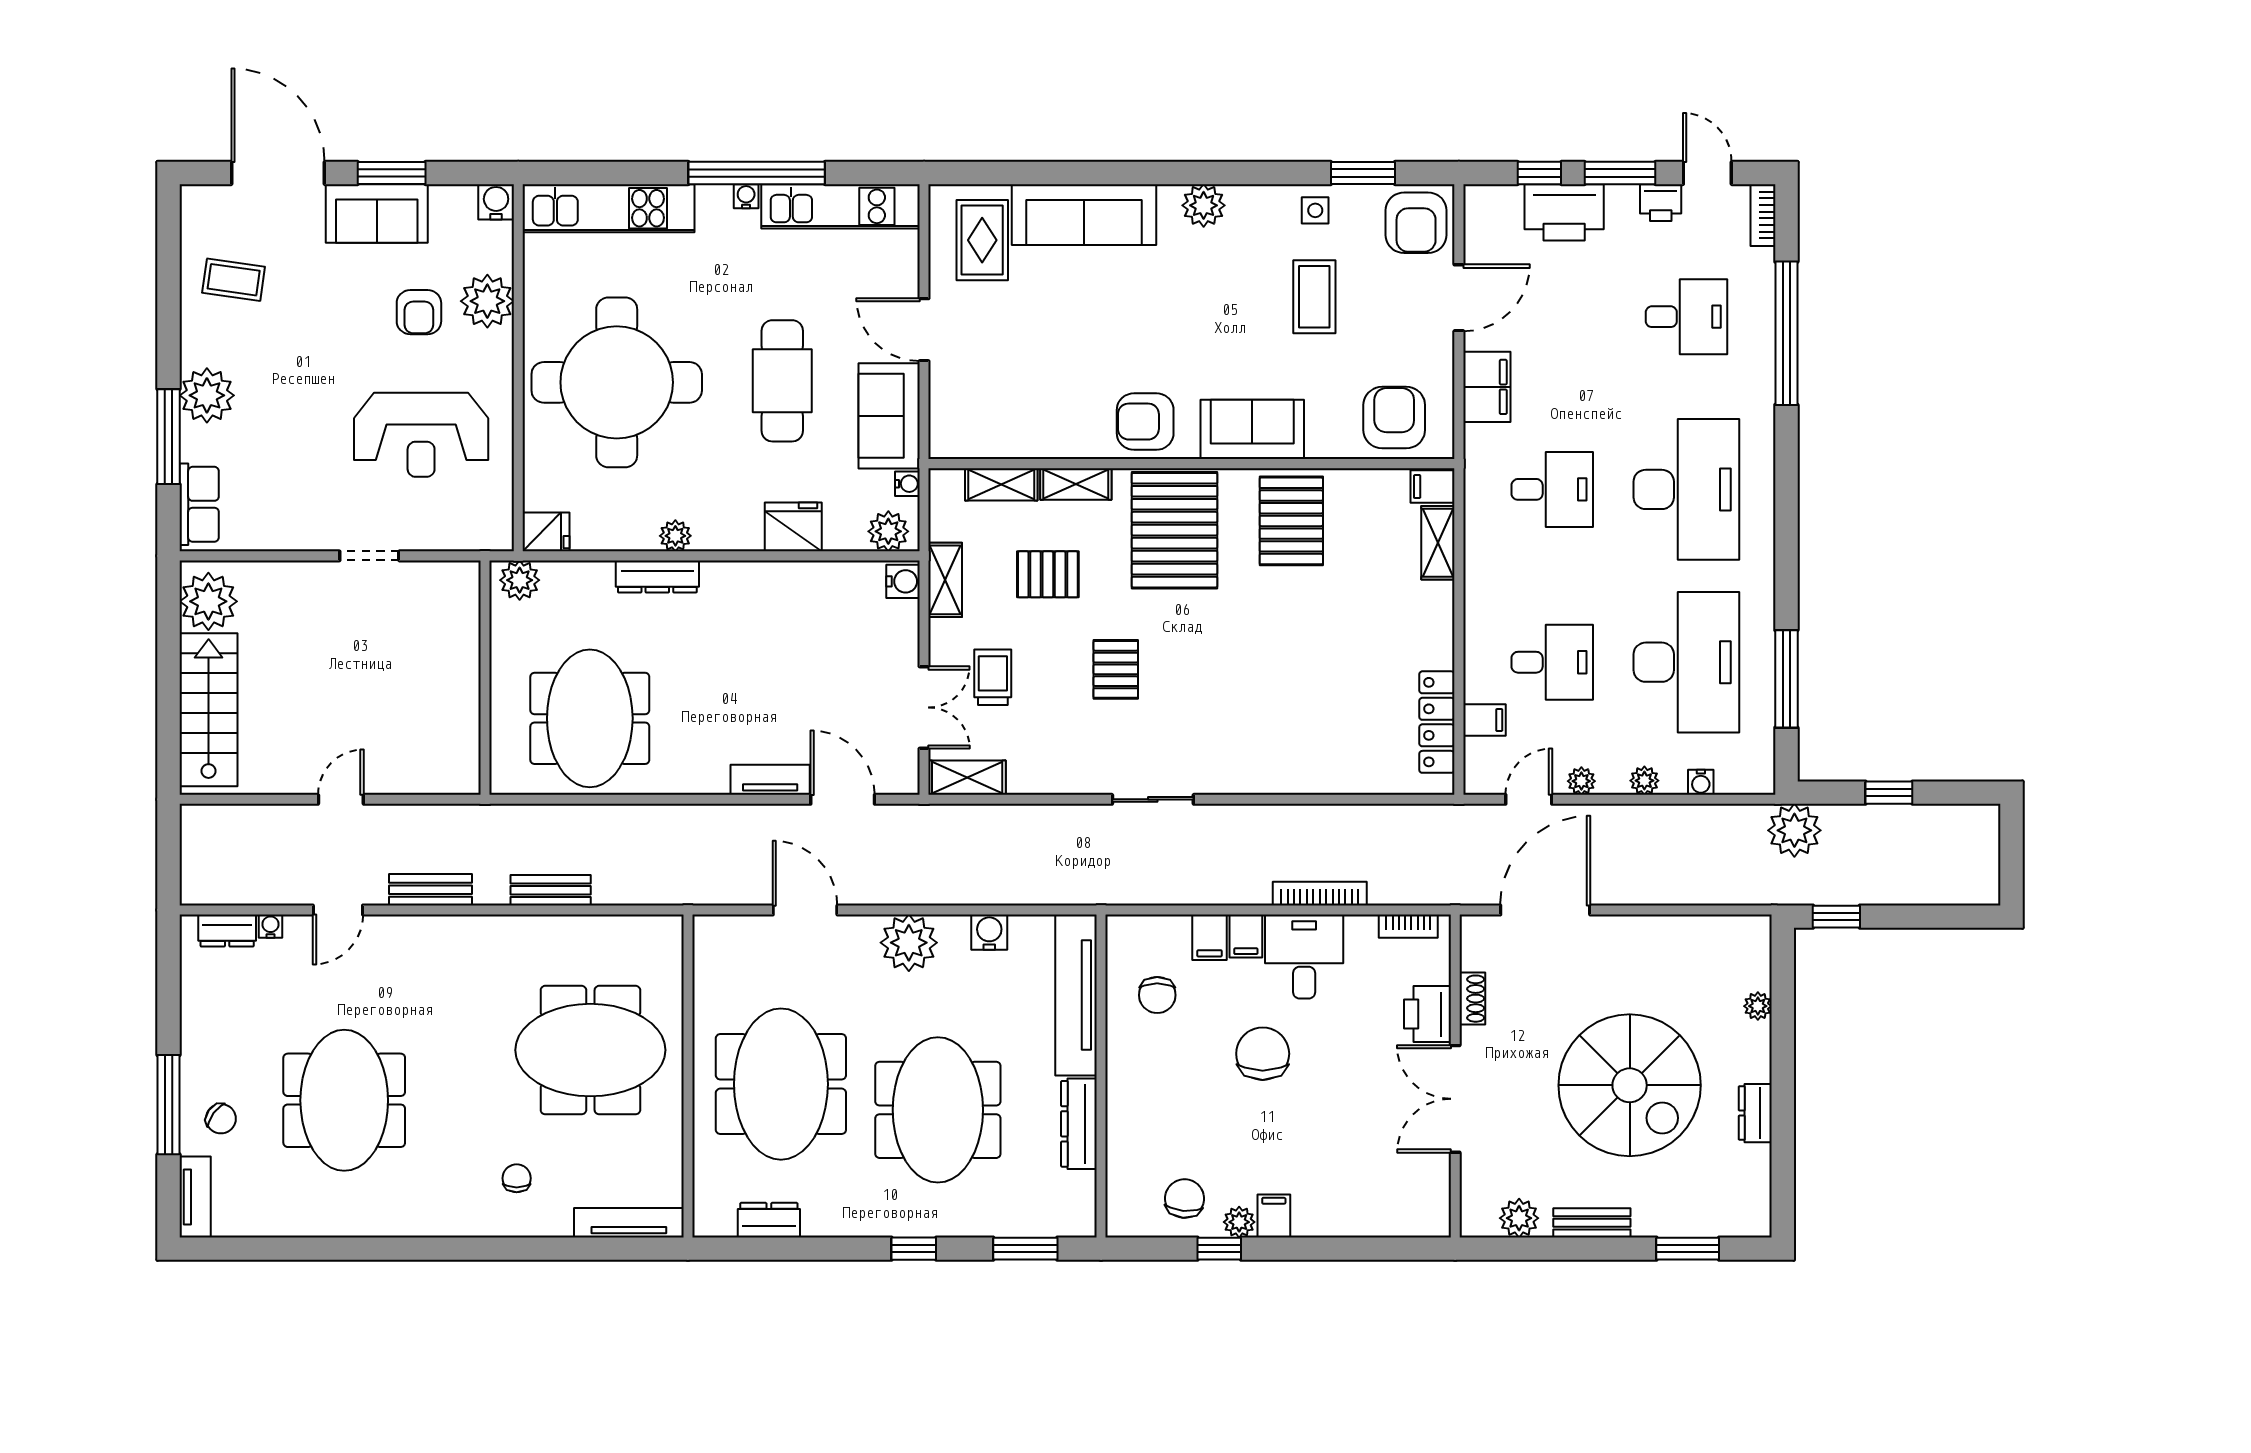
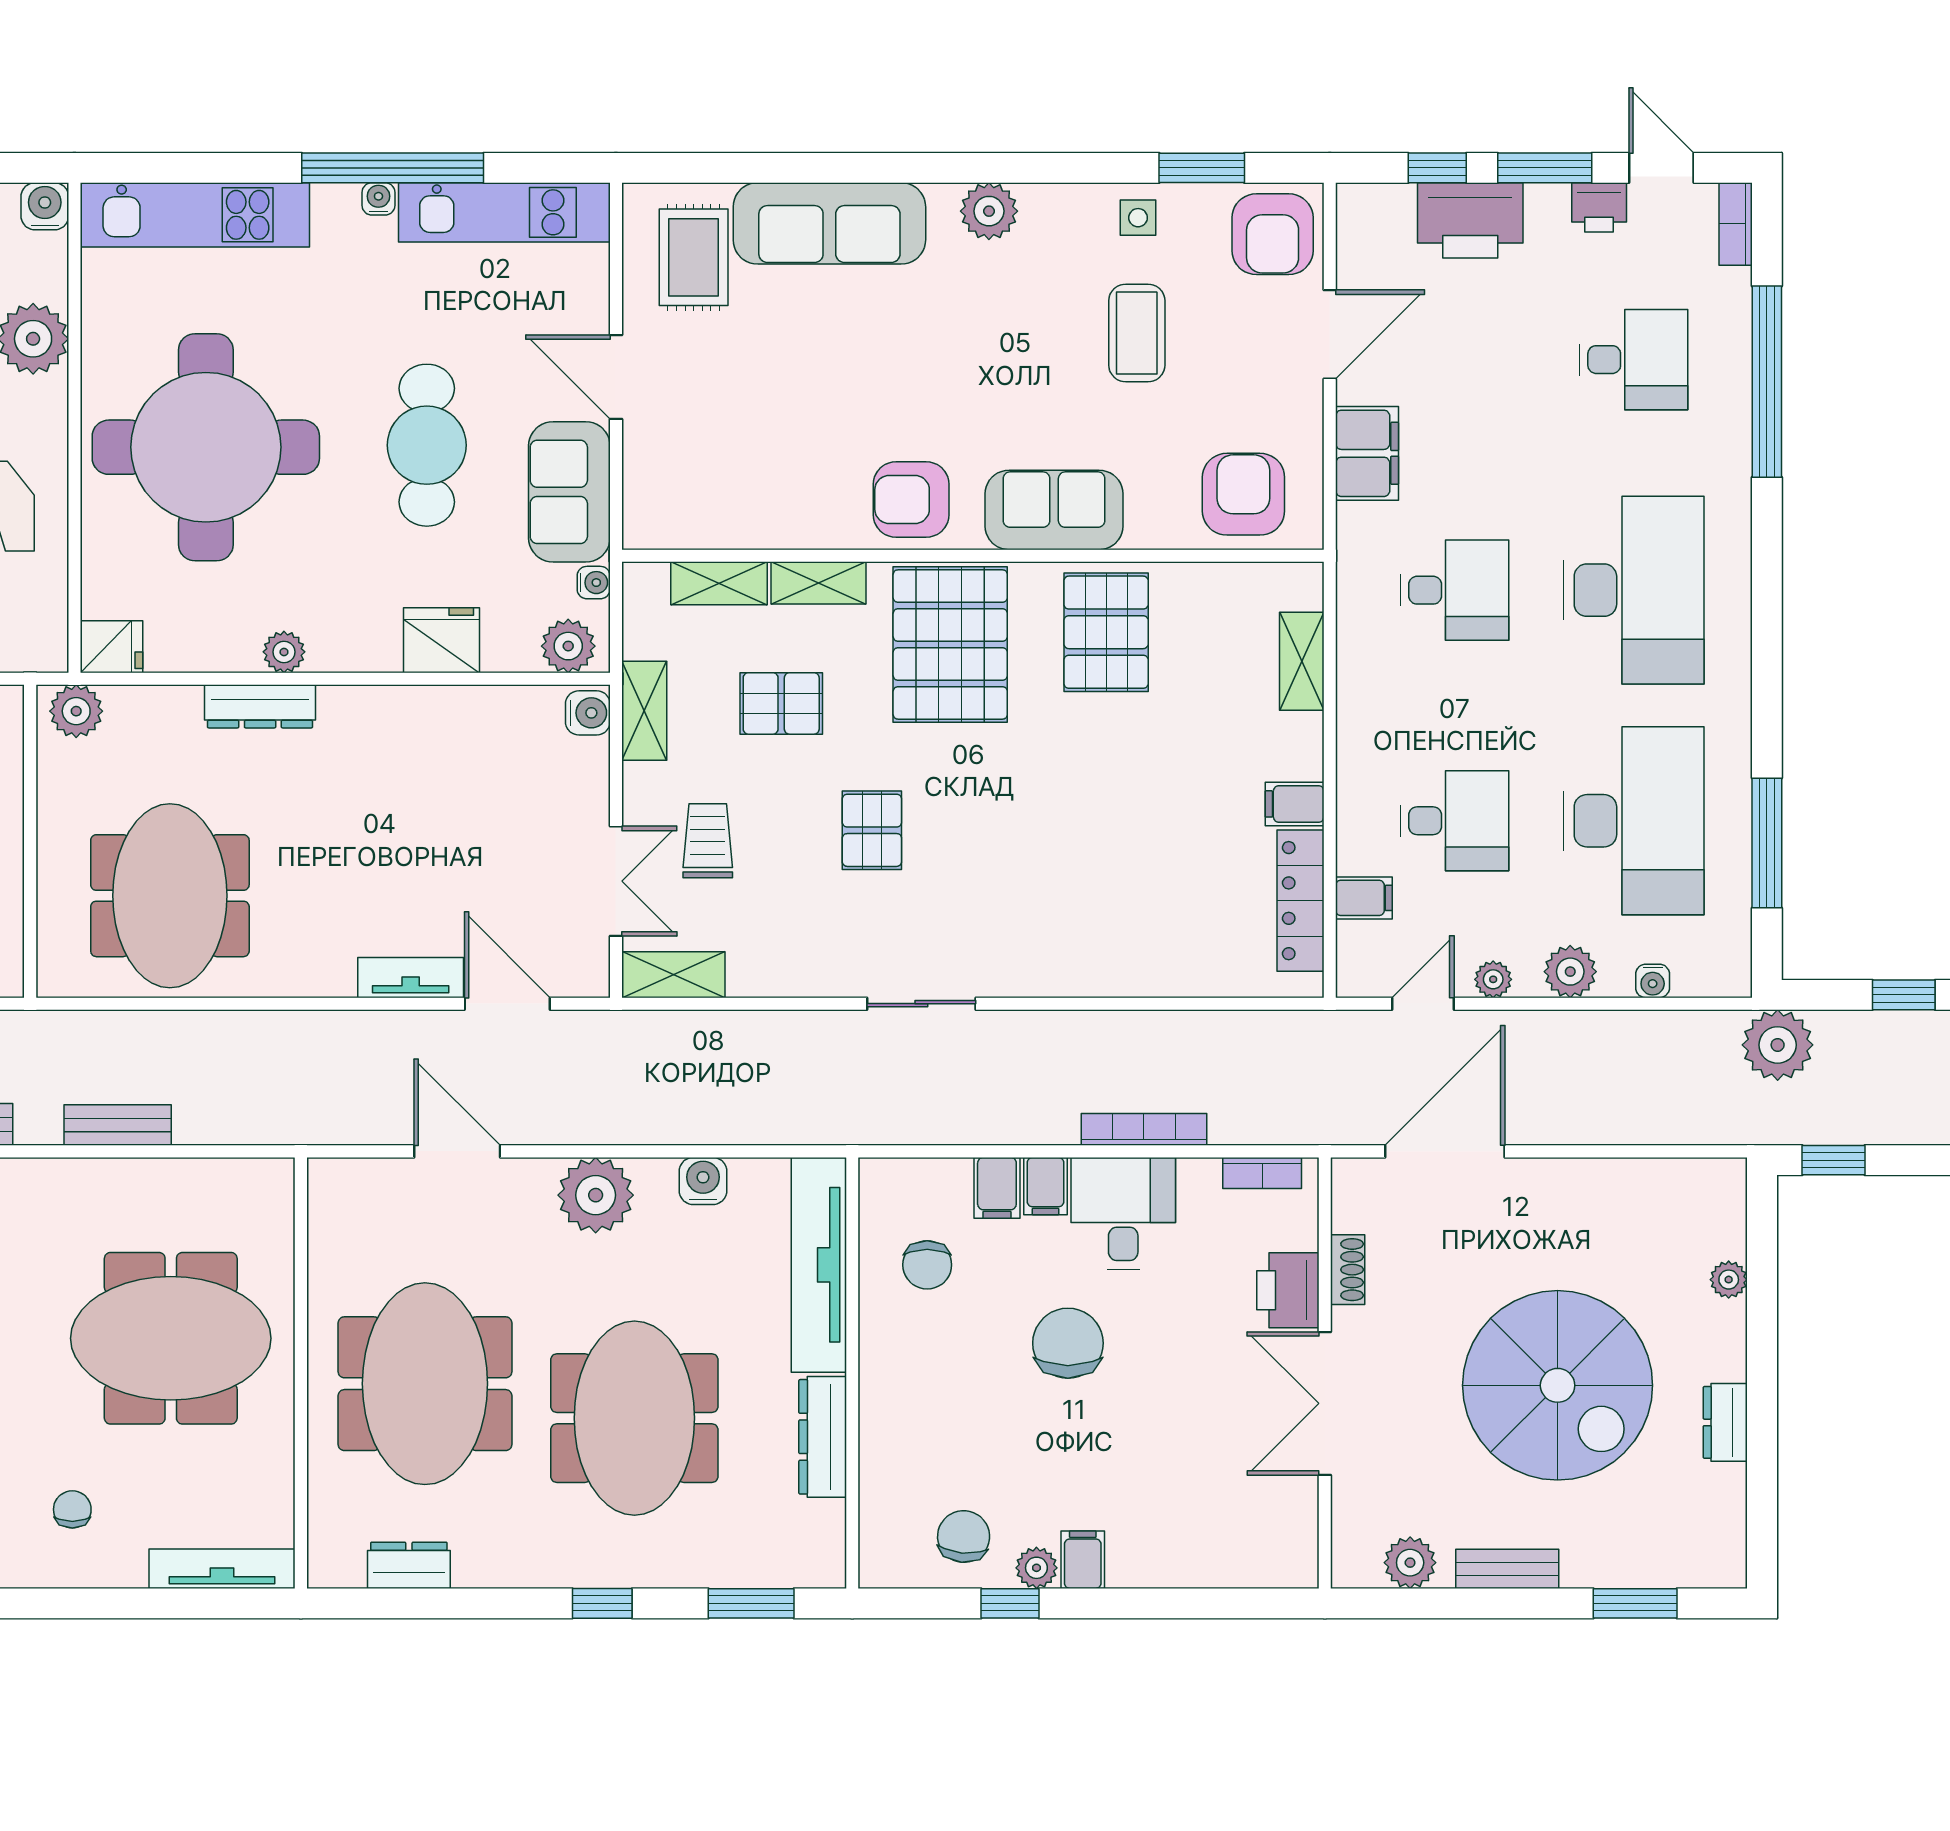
filing cabinet: (1433, 487) -> (1295, 804), moved
plant: (1644, 781) -> (1570, 972), width x1.38, depth x1.38

